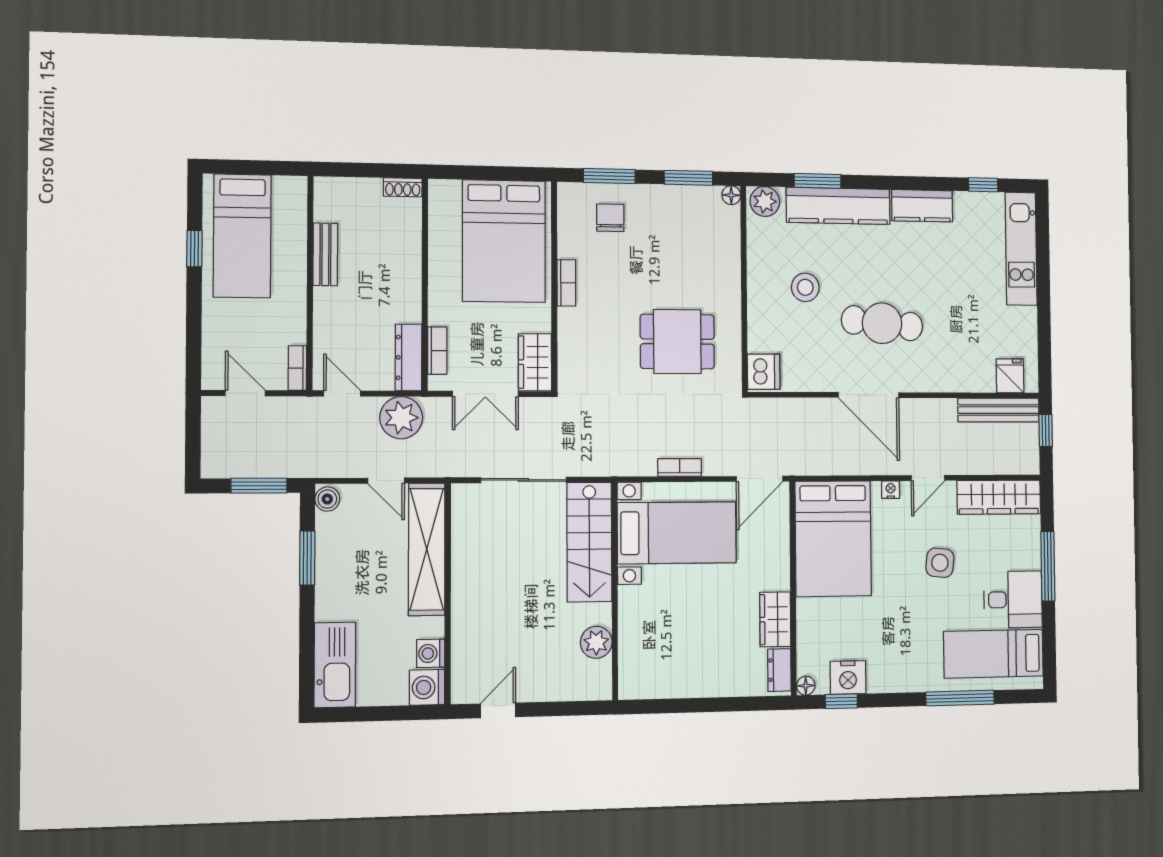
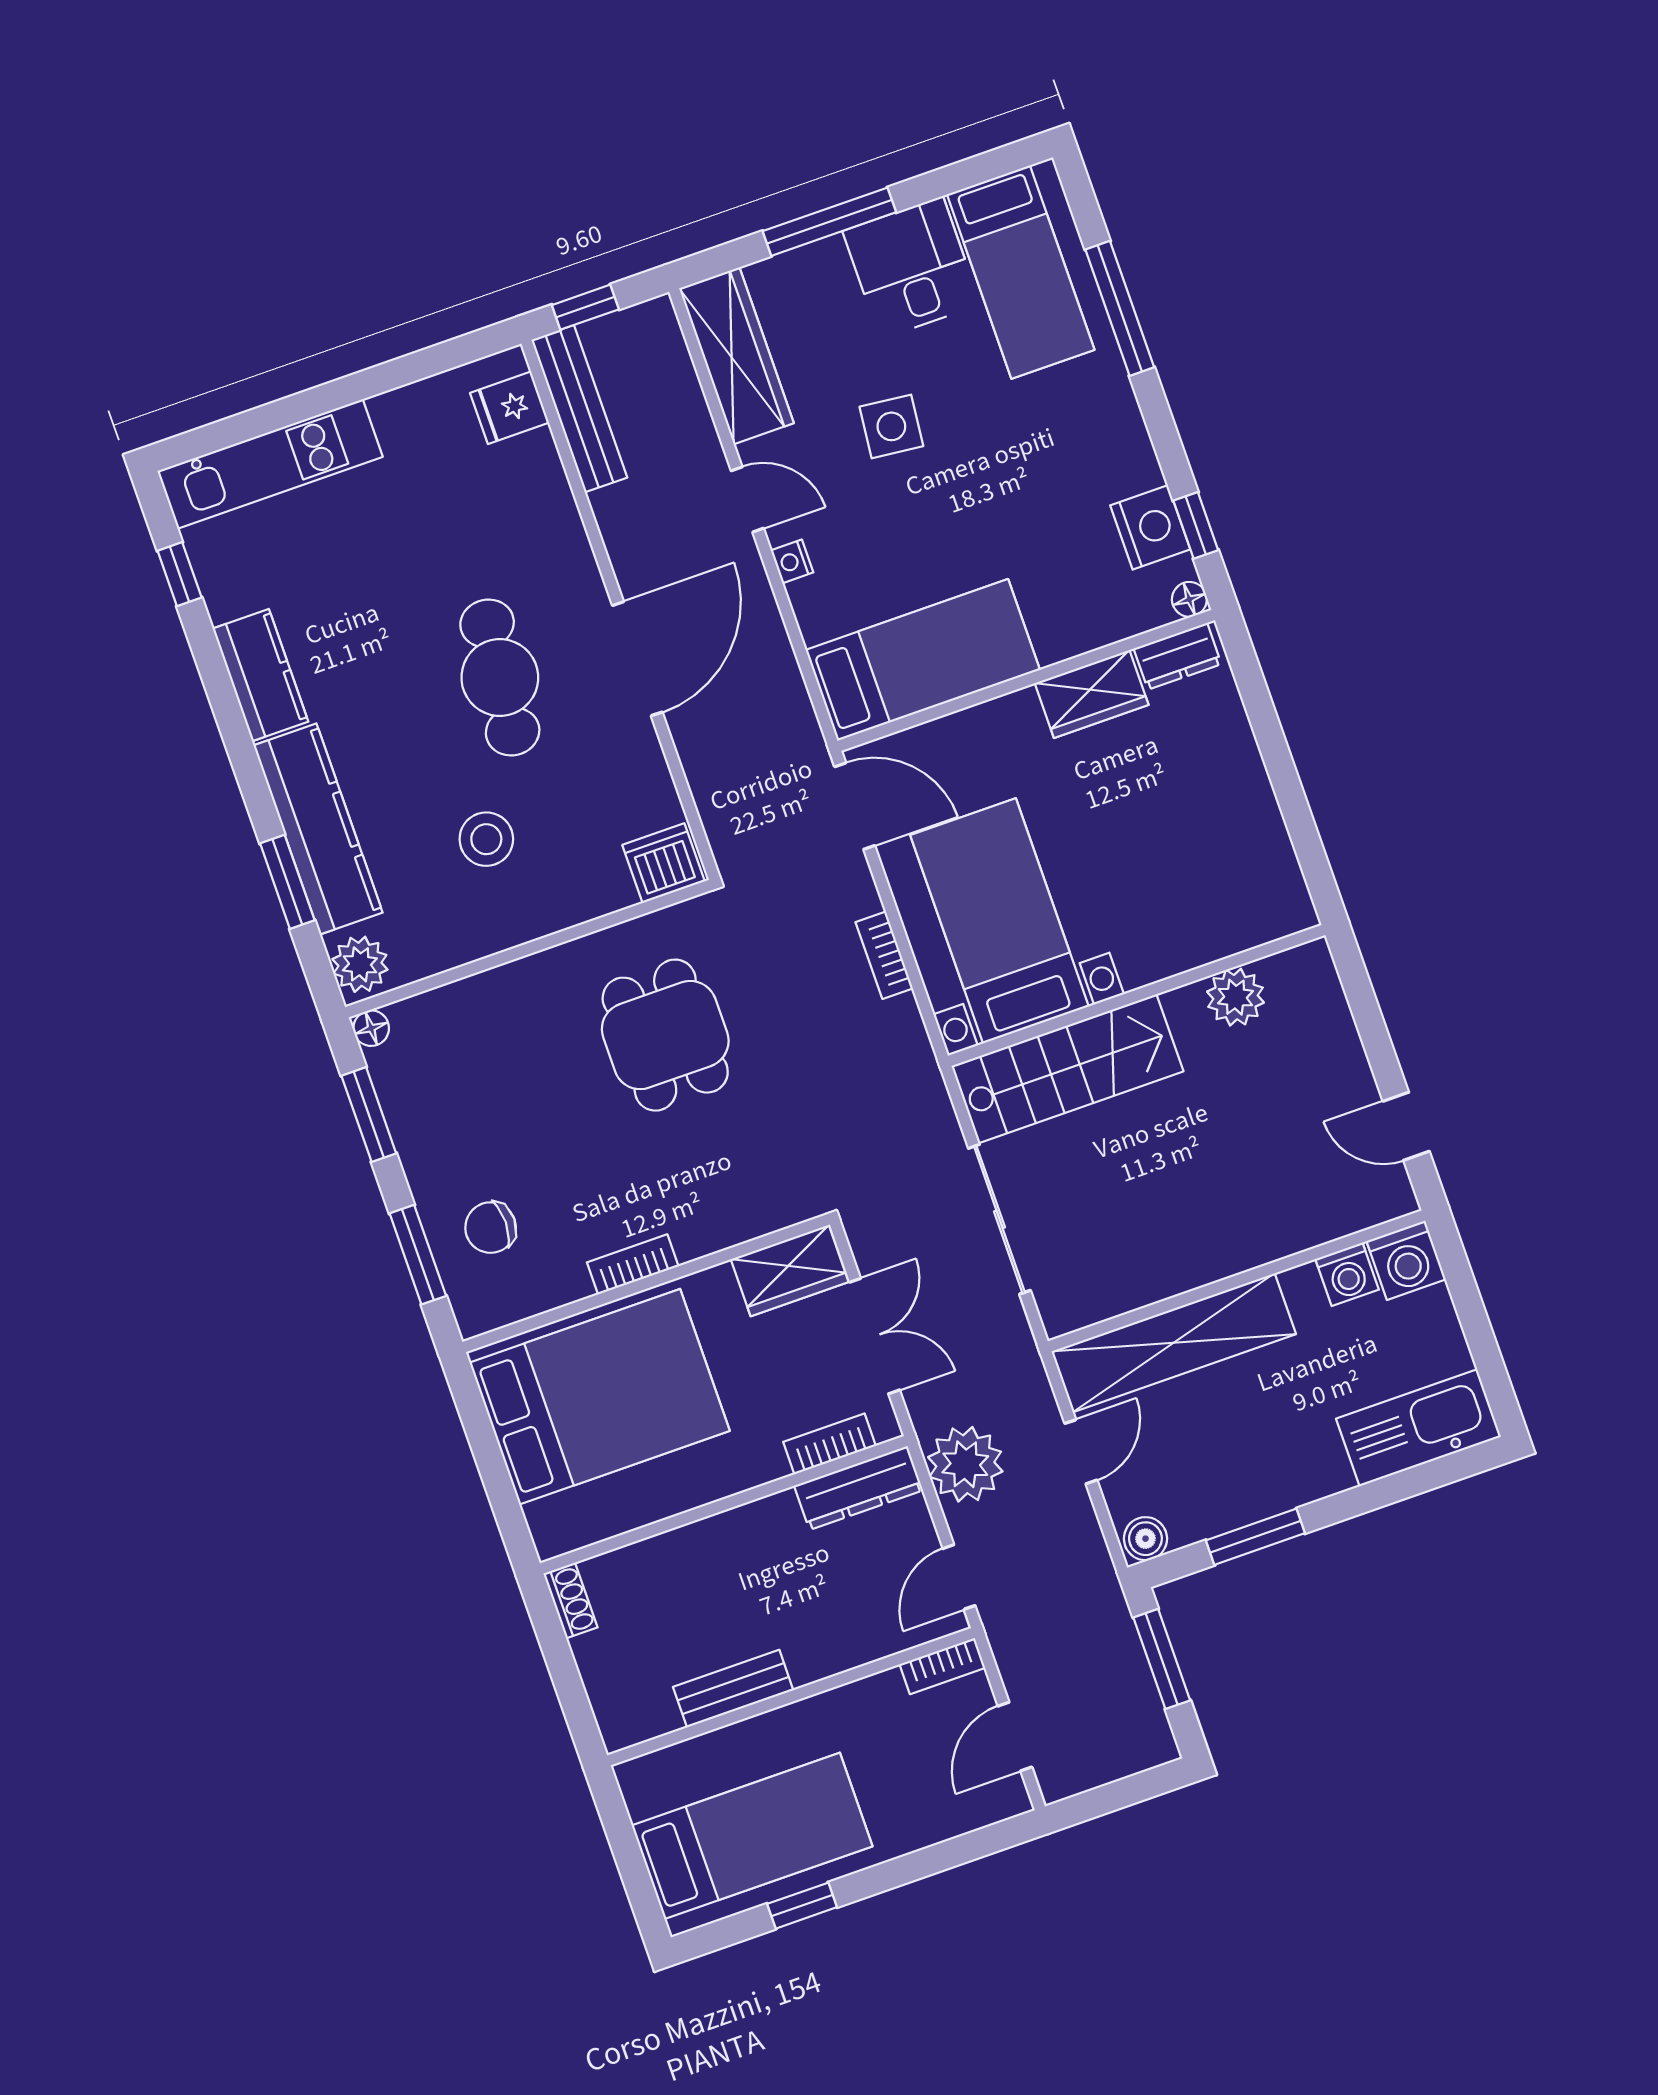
bed: (833, 539) -> (923, 660), width x0.67

